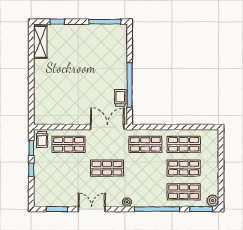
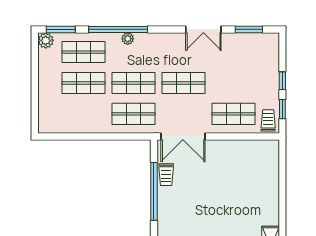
shop shelf: (184, 144) -> (134, 83), moved
plant: (127, 202) -> (128, 39), moved

